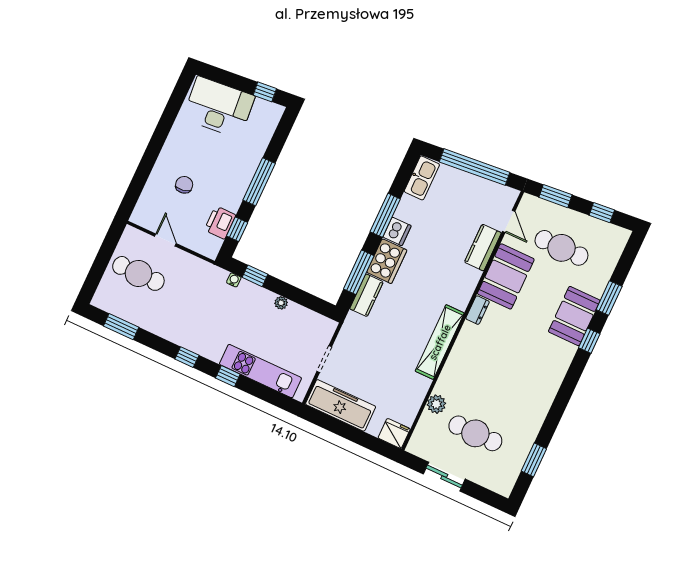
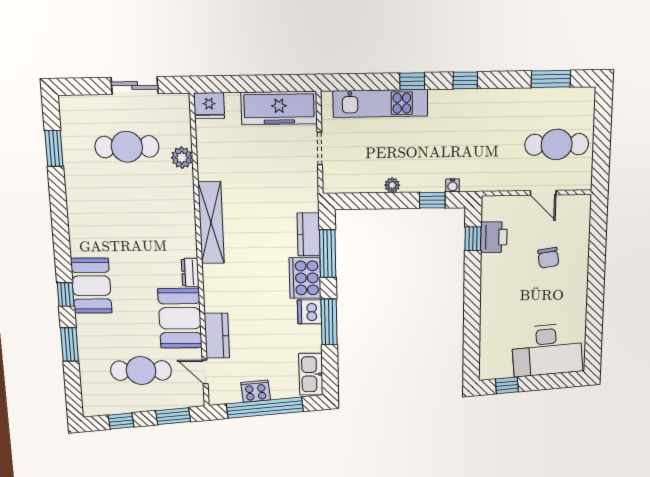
window: (259, 182) -> (472, 296), removed
cooker: (475, 185) -> (256, 391), added
booth: (574, 316) -> (91, 286), moved

